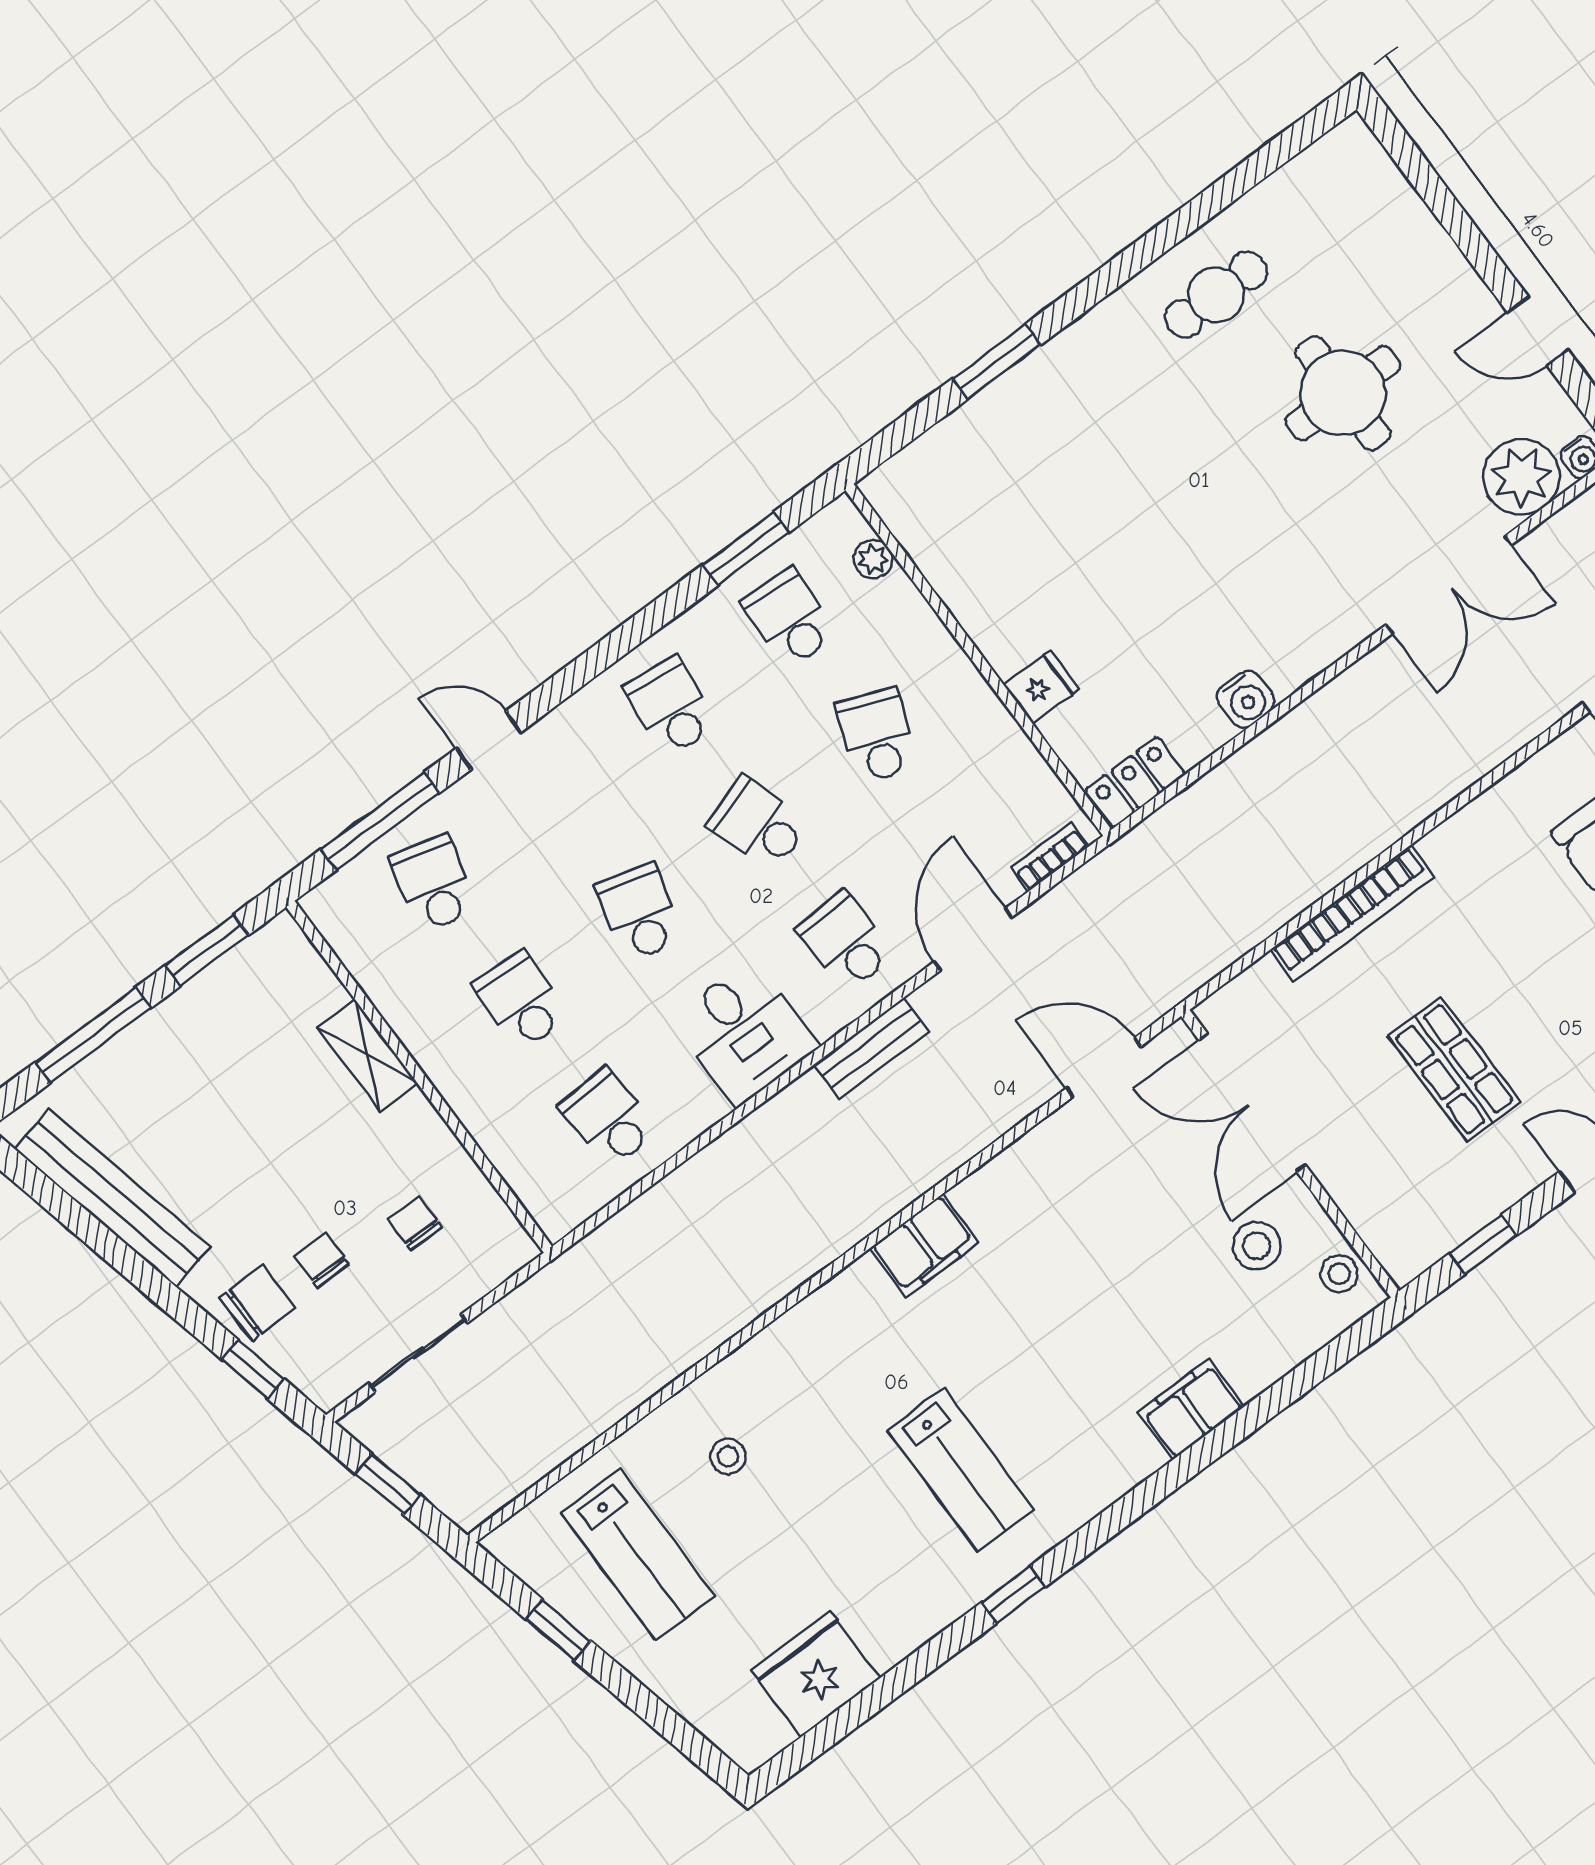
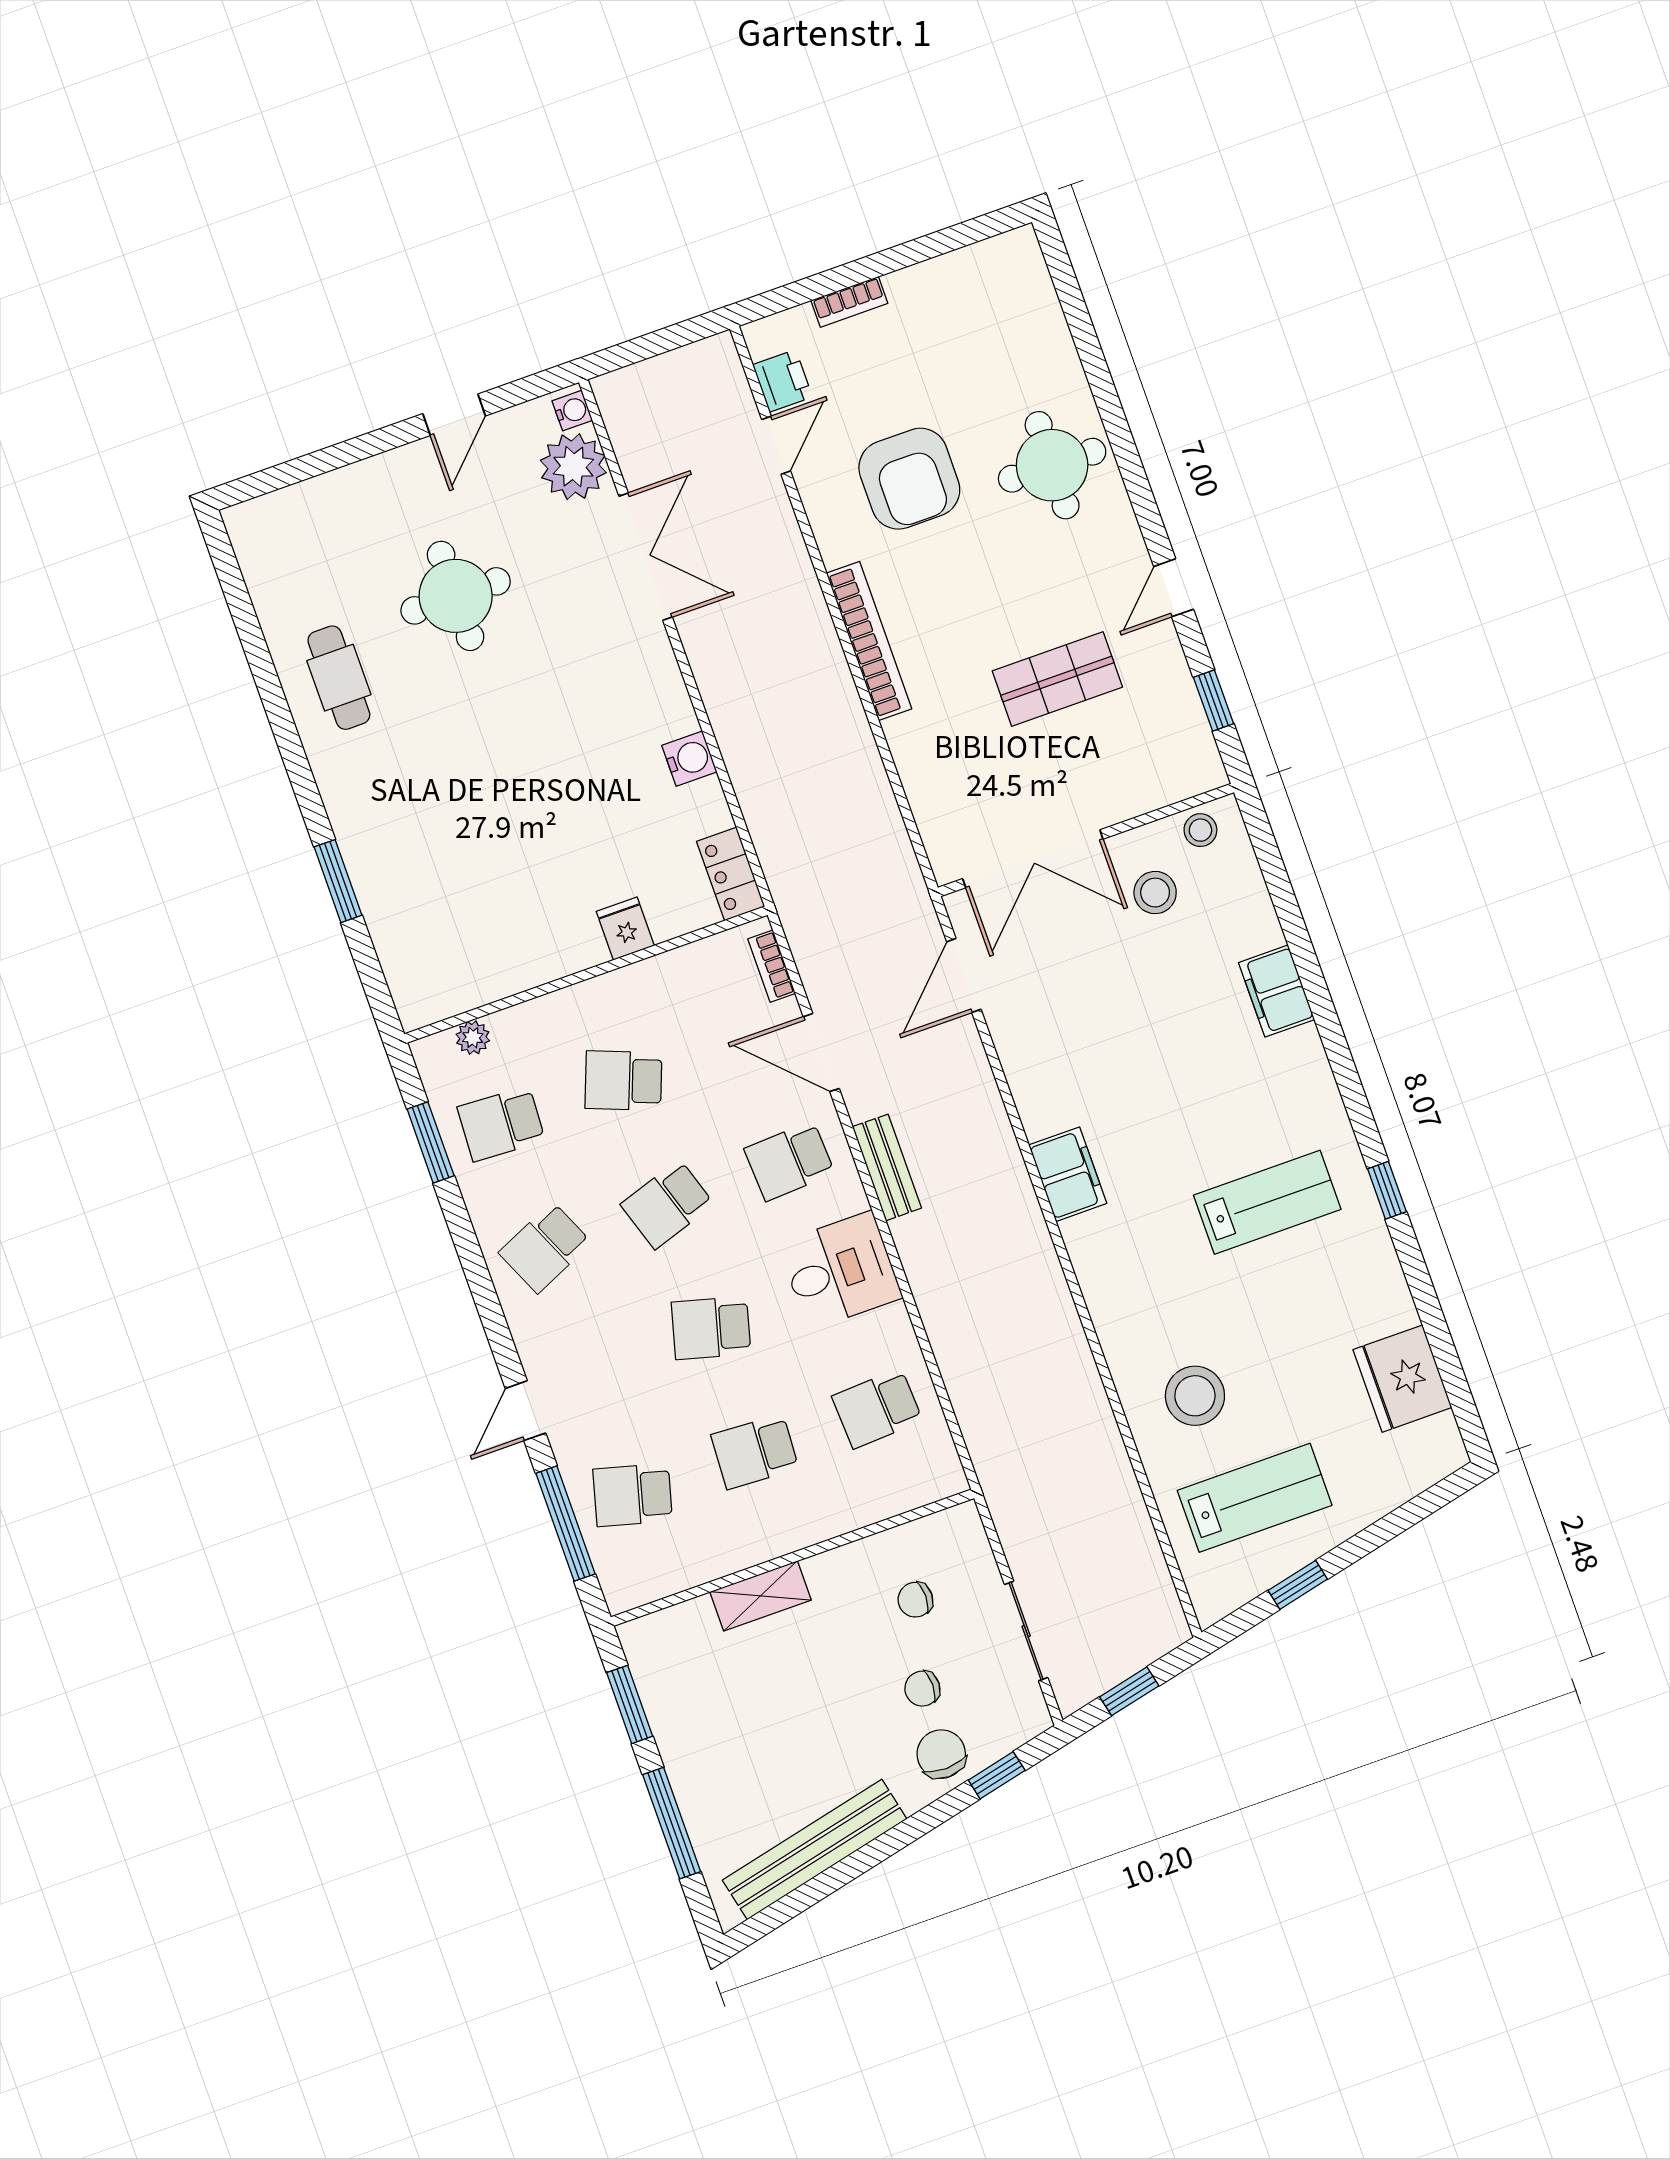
school desk: (671, 707) -> (545, 1248), turned -30
bookcase: (1352, 913) -> (869, 641), moved
stool: (728, 1456) -> (1195, 1396), width x1.89, depth x1.89

